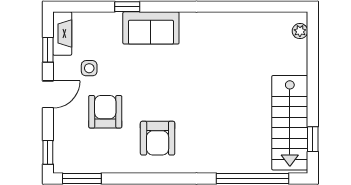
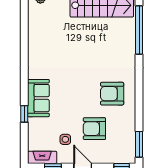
armchair: (158, 138) -> (112, 94), turned 180

